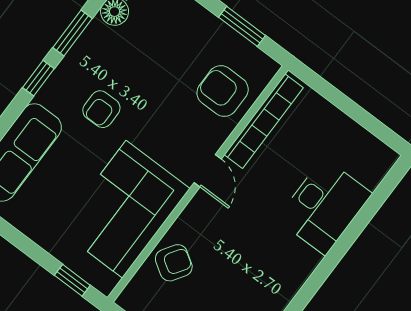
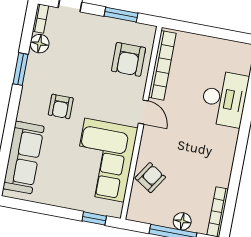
window: (38, 78) -> (13, 107), removed
armchair: (223, 91) -> (128, 59), turned -90

